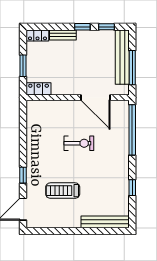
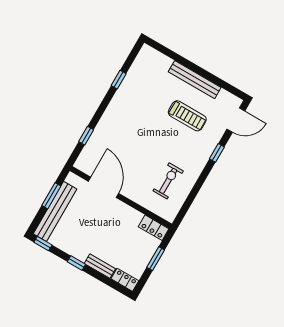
window: (106, 27) -> (43, 244), moved
window: (132, 68) -> (51, 196), width x0.69
window: (132, 130) -> (86, 136), width x0.32
exercise bike: (79, 143) -> (168, 181), moved, turned 90
bench: (105, 222) -> (195, 80), moved

